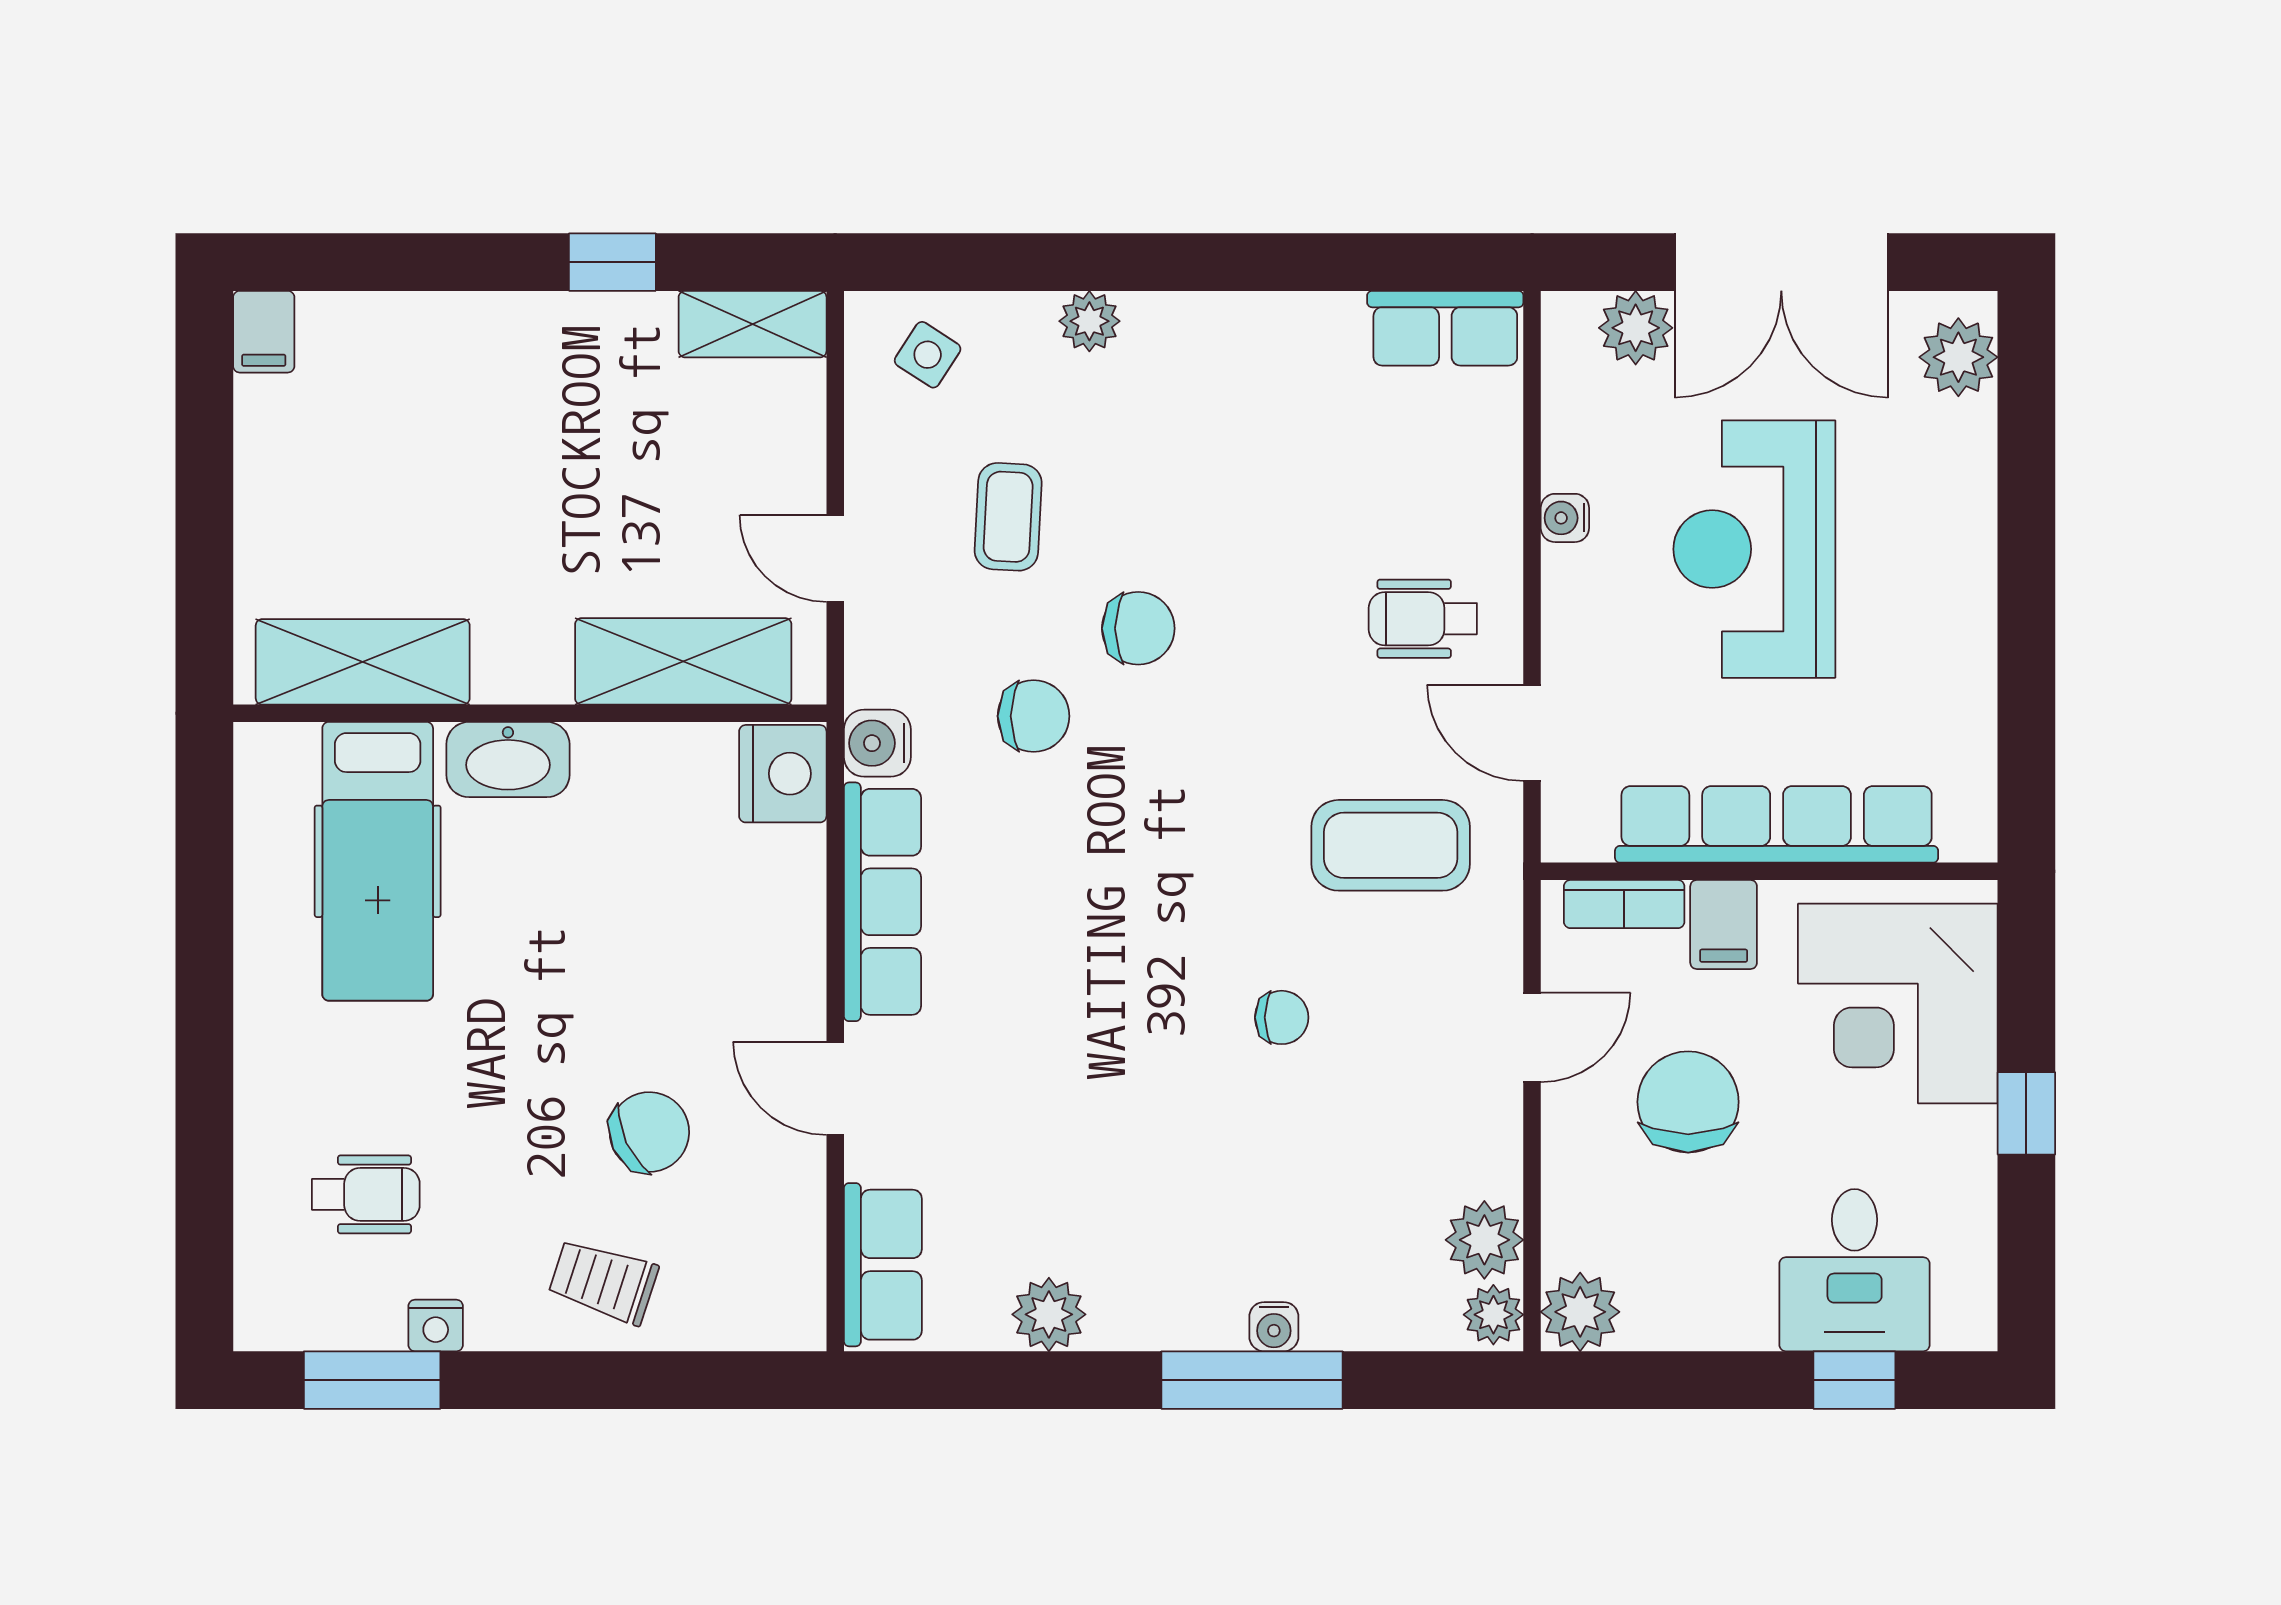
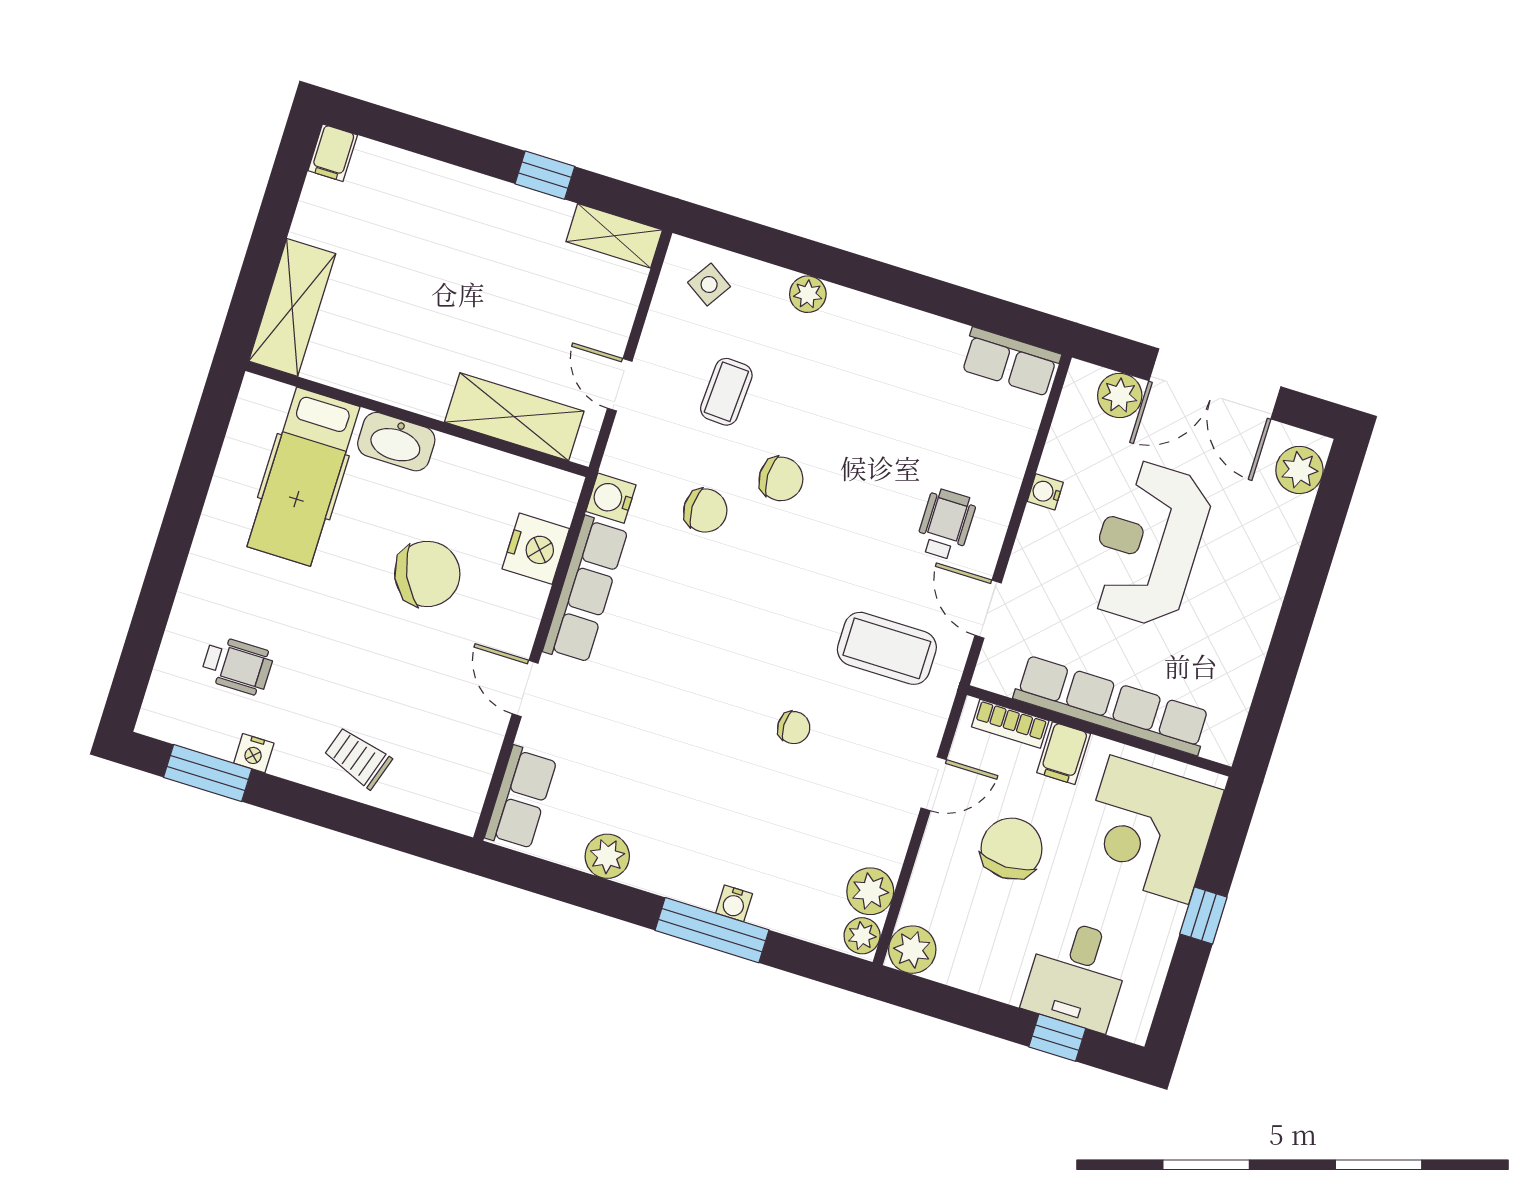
wheelchair: (1423, 619) -> (946, 524), turned 90
shelving: (363, 662) -> (292, 307), moved, turned 90
nightstand: (783, 774) -> (536, 549), moved
chair: (649, 1132) -> (427, 574), moved, width x1.37, depth x1.37

